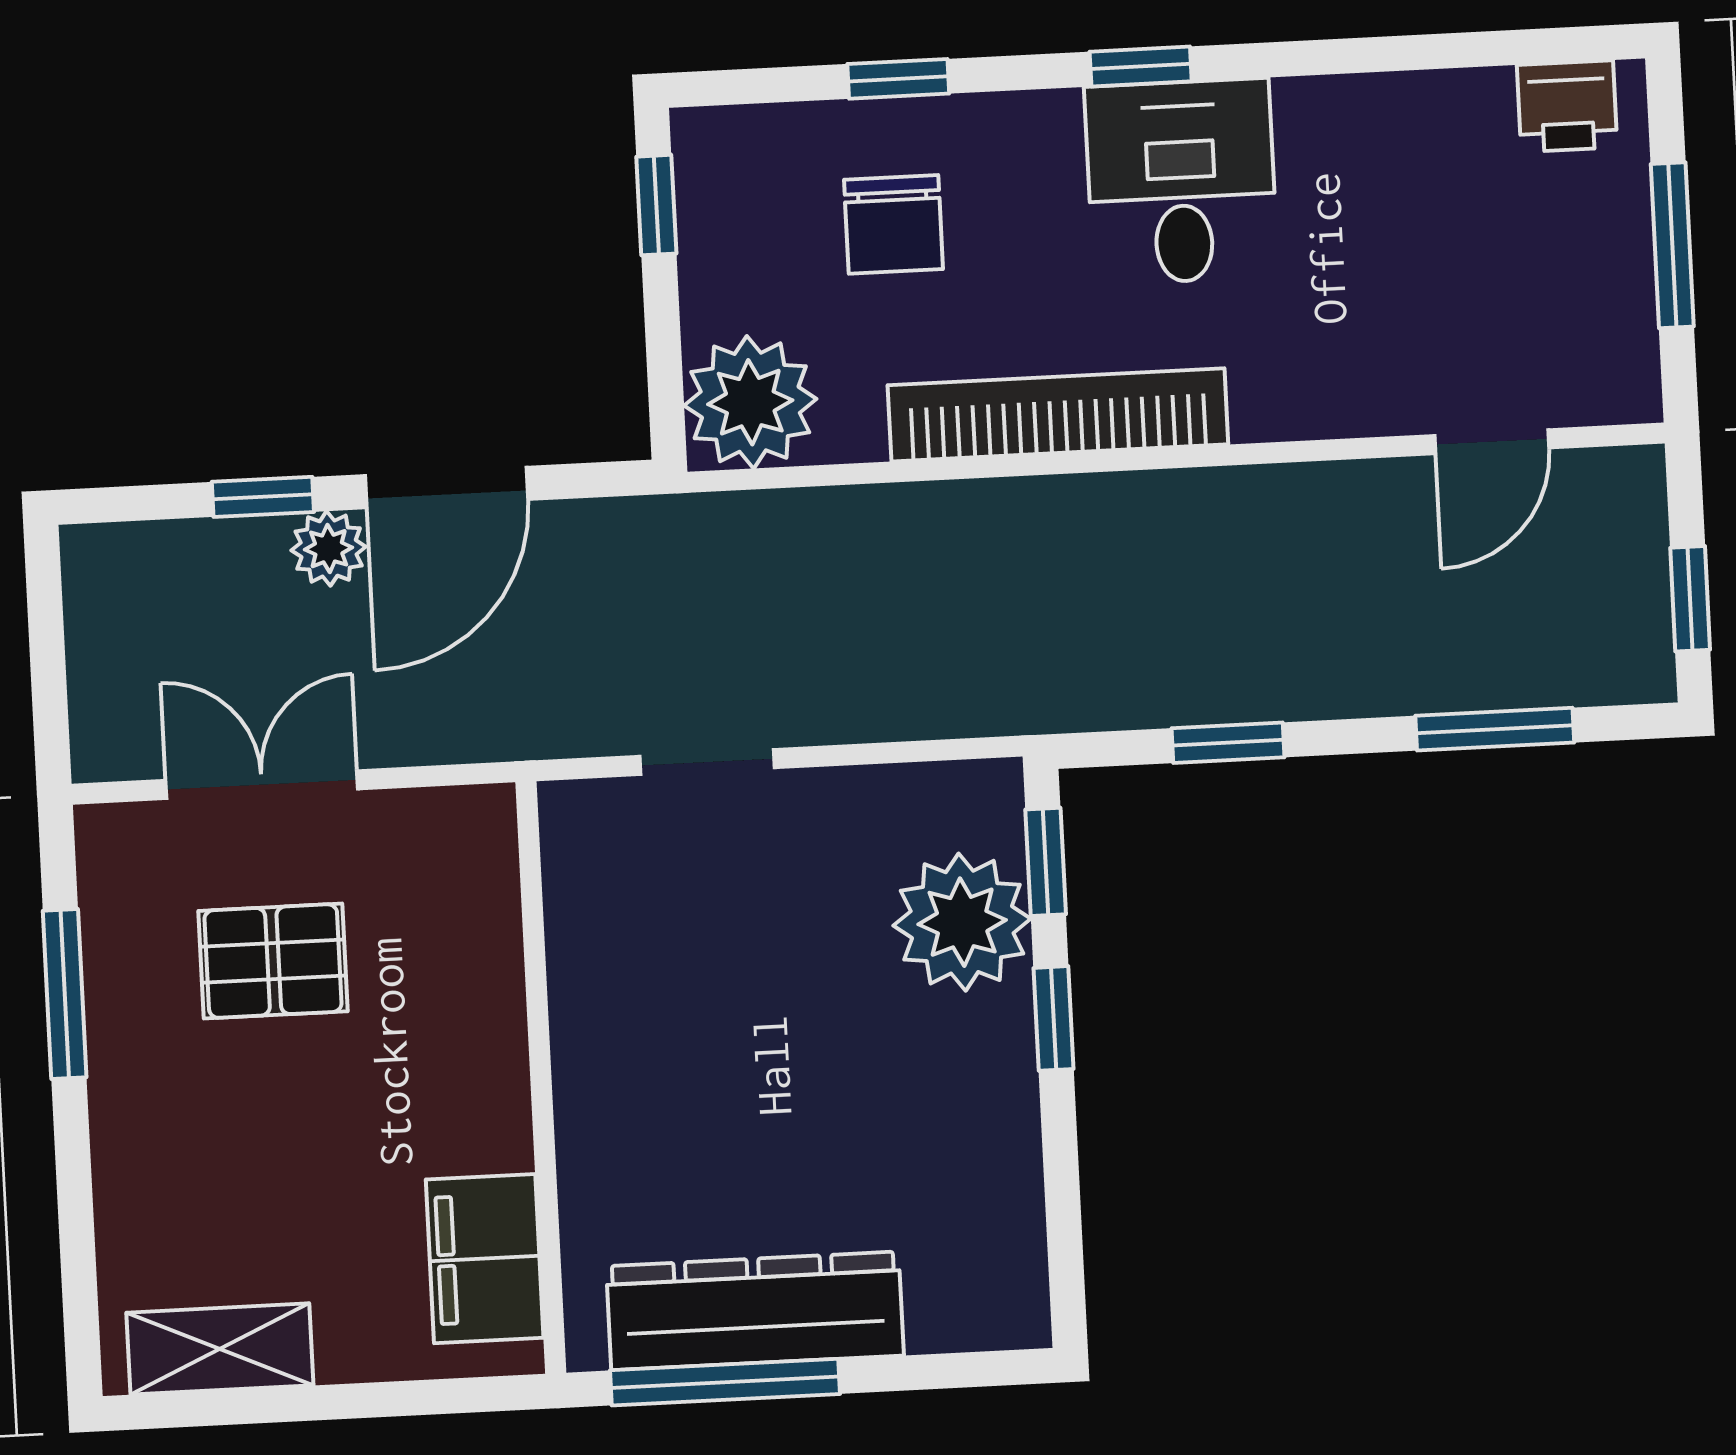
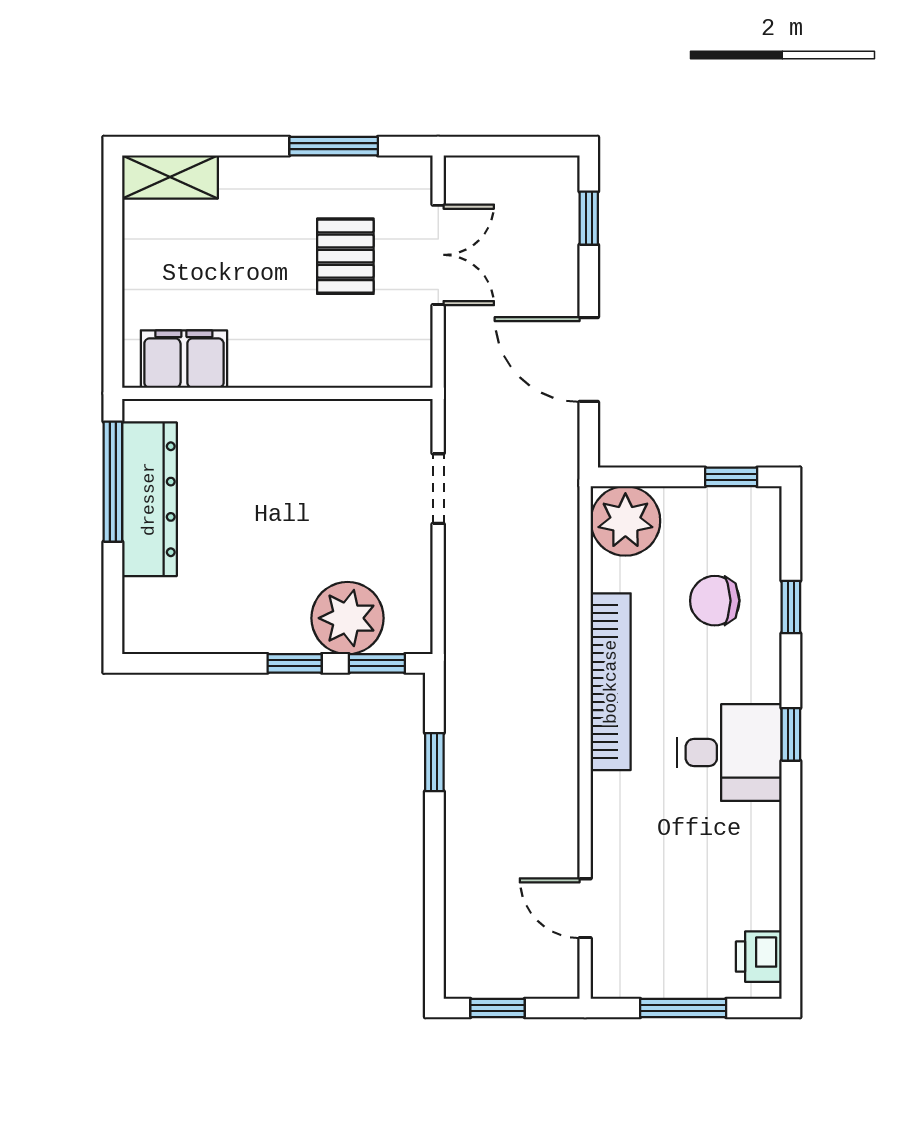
window: (263, 497) -> (589, 218), moved
plant: (329, 549) -> (560, 296), removed
window: (1495, 729) -> (434, 902), removed
shelving: (220, 1349) -> (170, 177), moved, turned 90

